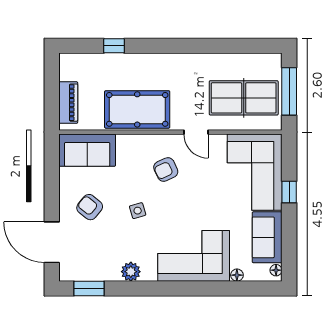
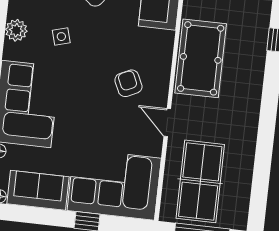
door: (196, 132) -> (167, 122), hinge flipped
side table: (138, 211) -> (61, 37), moved

